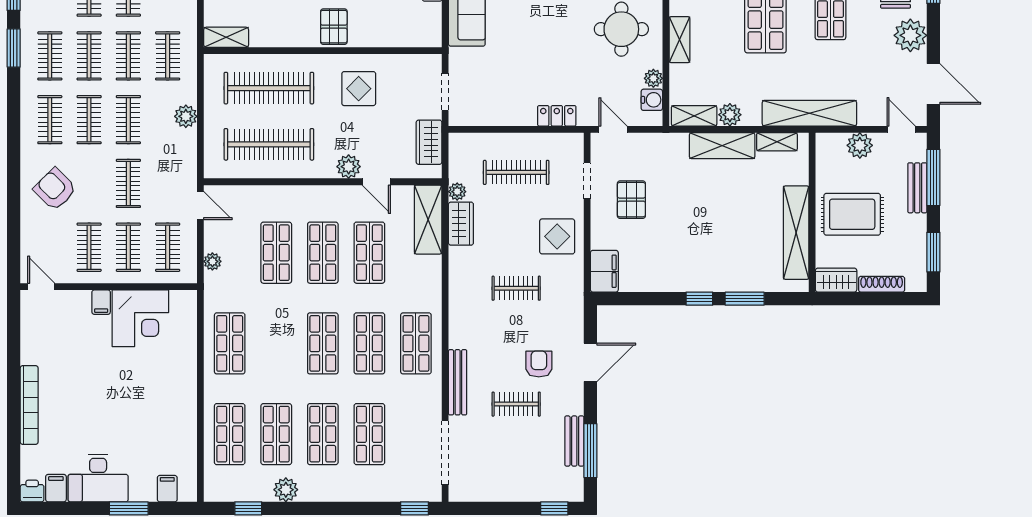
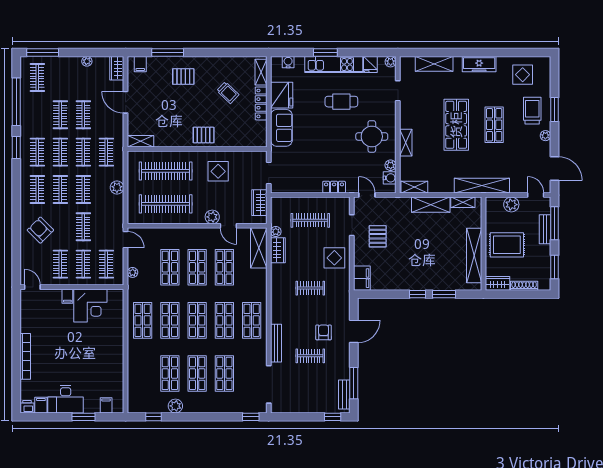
pallet: (334, 27) -> (204, 135), turned 90
plant: (910, 35) -> (545, 136), width x0.53, depth x0.53
plant: (730, 115) -> (435, 187), removed
shop shelf: (230, 434) -> (170, 320), moved
bench: (574, 441) -> (344, 395), moved

